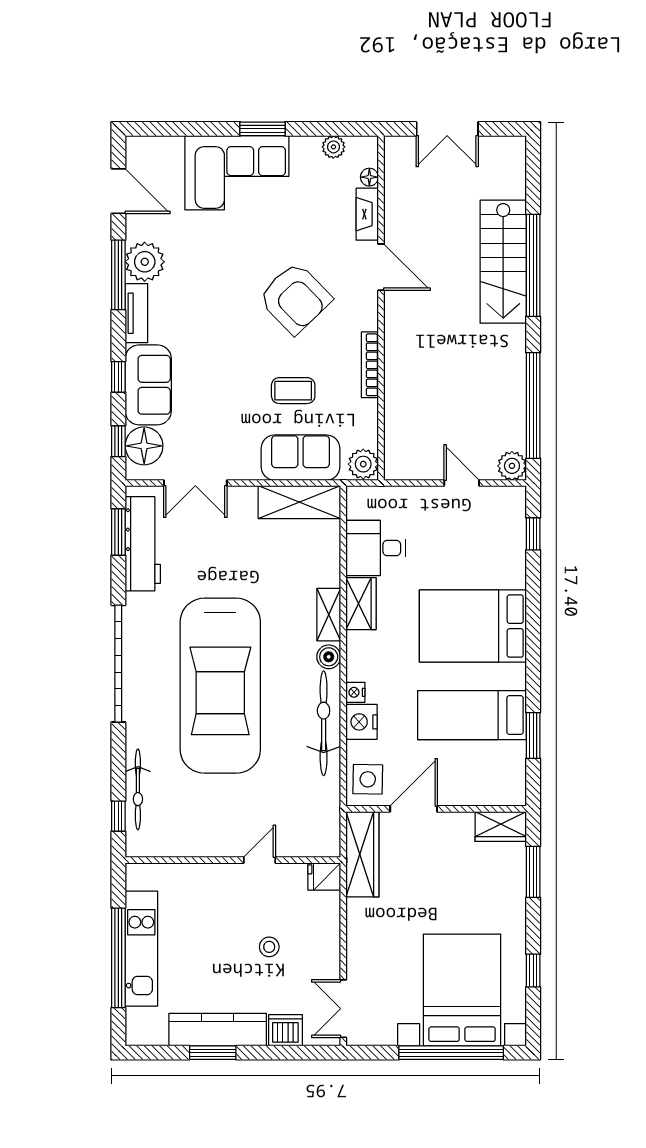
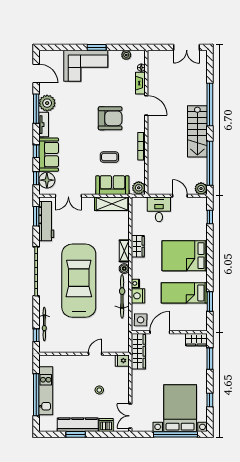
double door: (447, 129) -> (187, 47), moved
stairs: (503, 262) -> (197, 131), moved
armchair: (295, 298) -> (110, 118), turned -46
desk: (376, 548) -> (159, 209), moved, turned 90
car: (220, 686) -> (79, 281), turned 180

